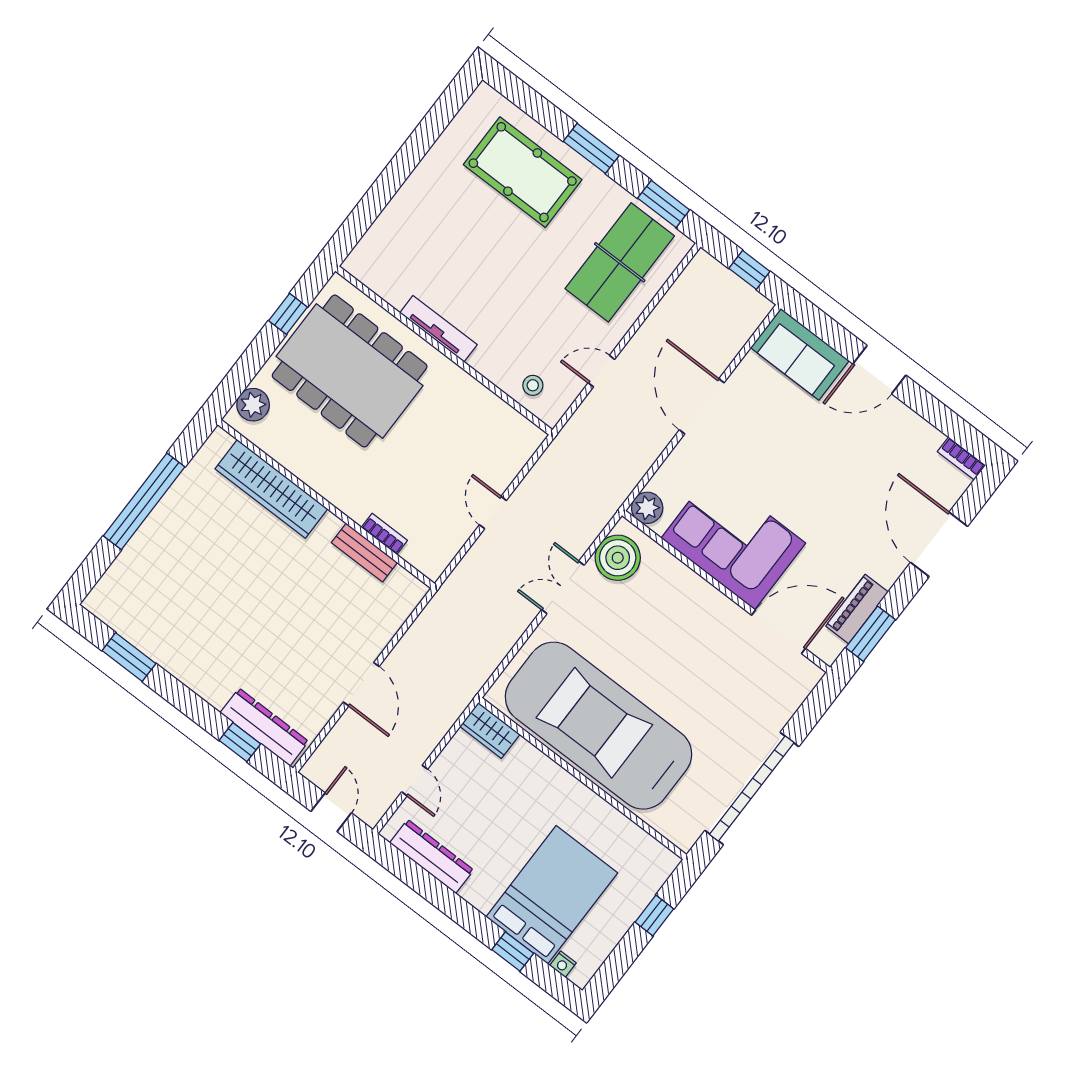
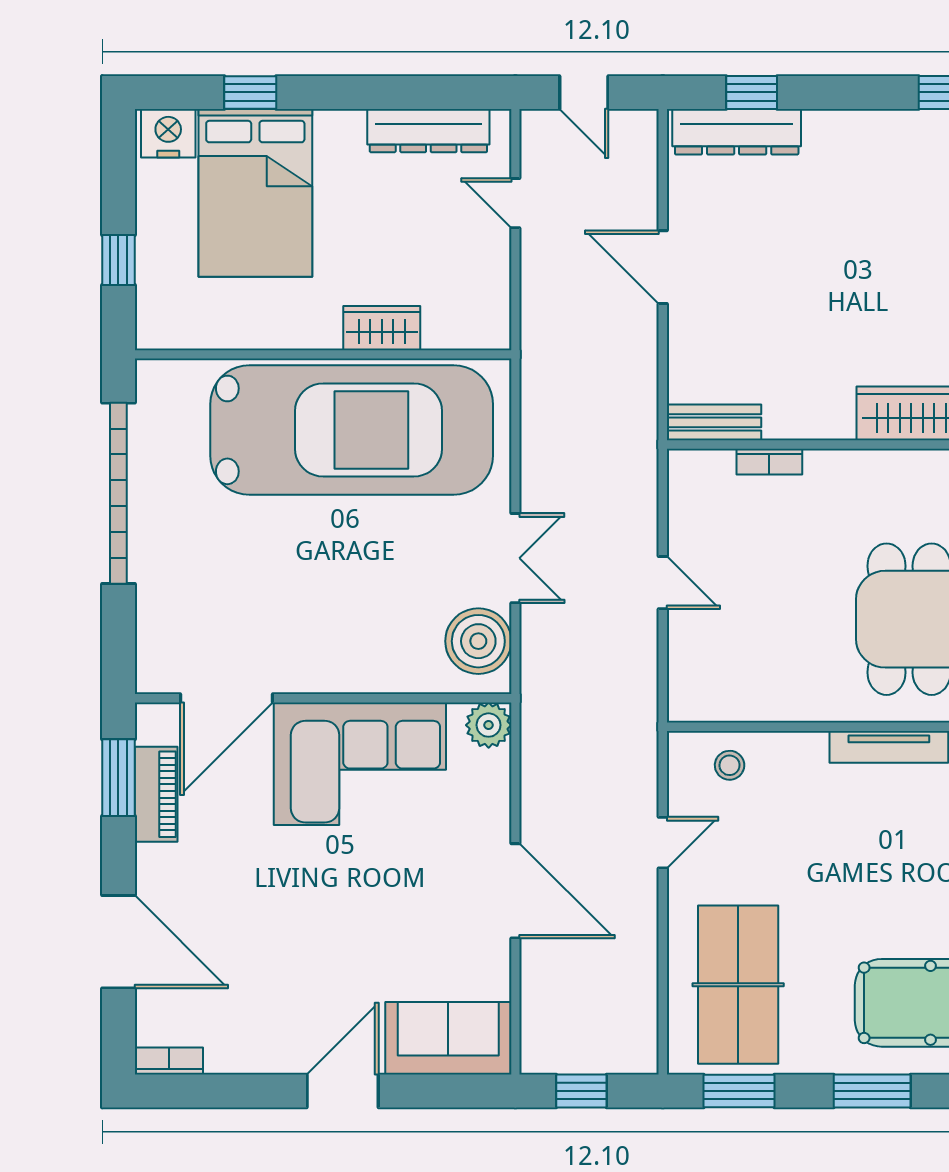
bench: (364, 553) -> (714, 422), moved
wardrobe: (490, 730) -> (382, 328), moved
nightstand: (563, 964) -> (168, 133), width x1.89, depth x1.79

